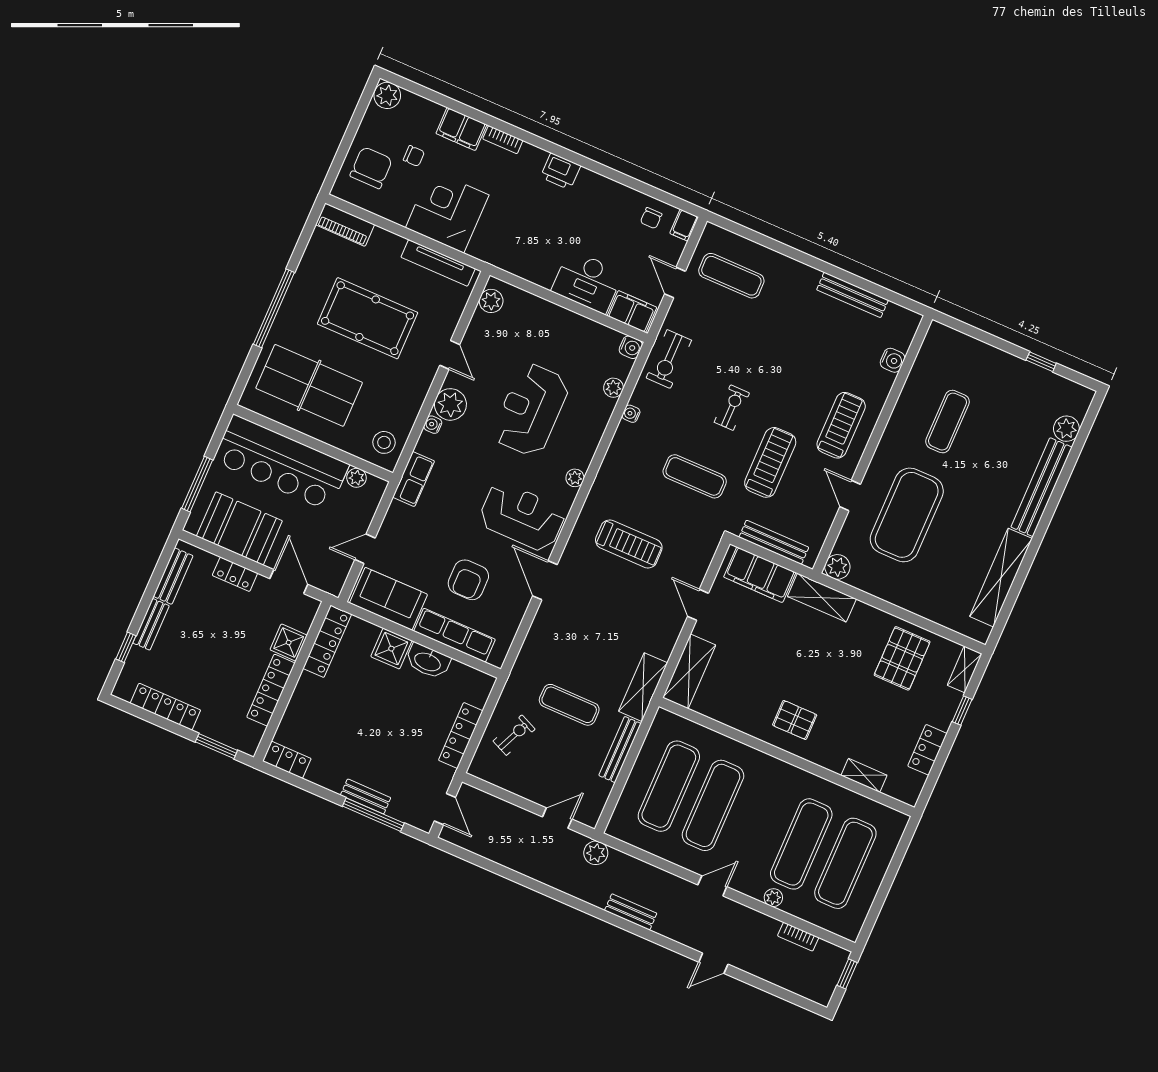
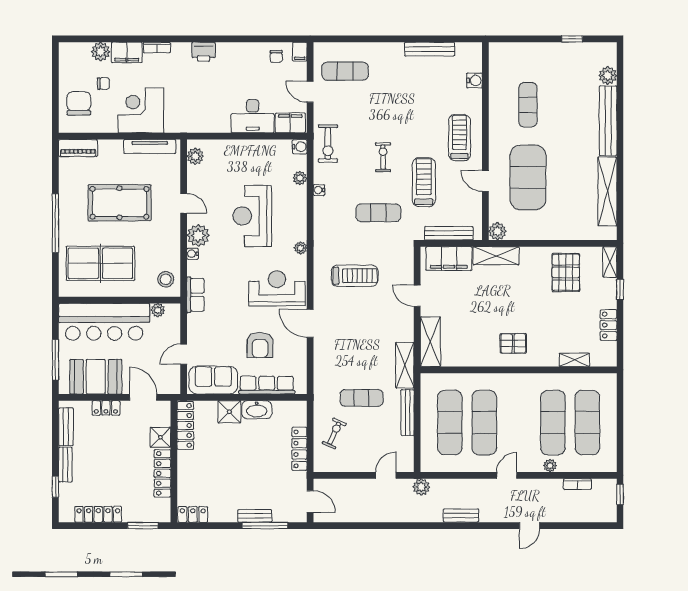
plant: (387, 95) -> (101, 52), moved

